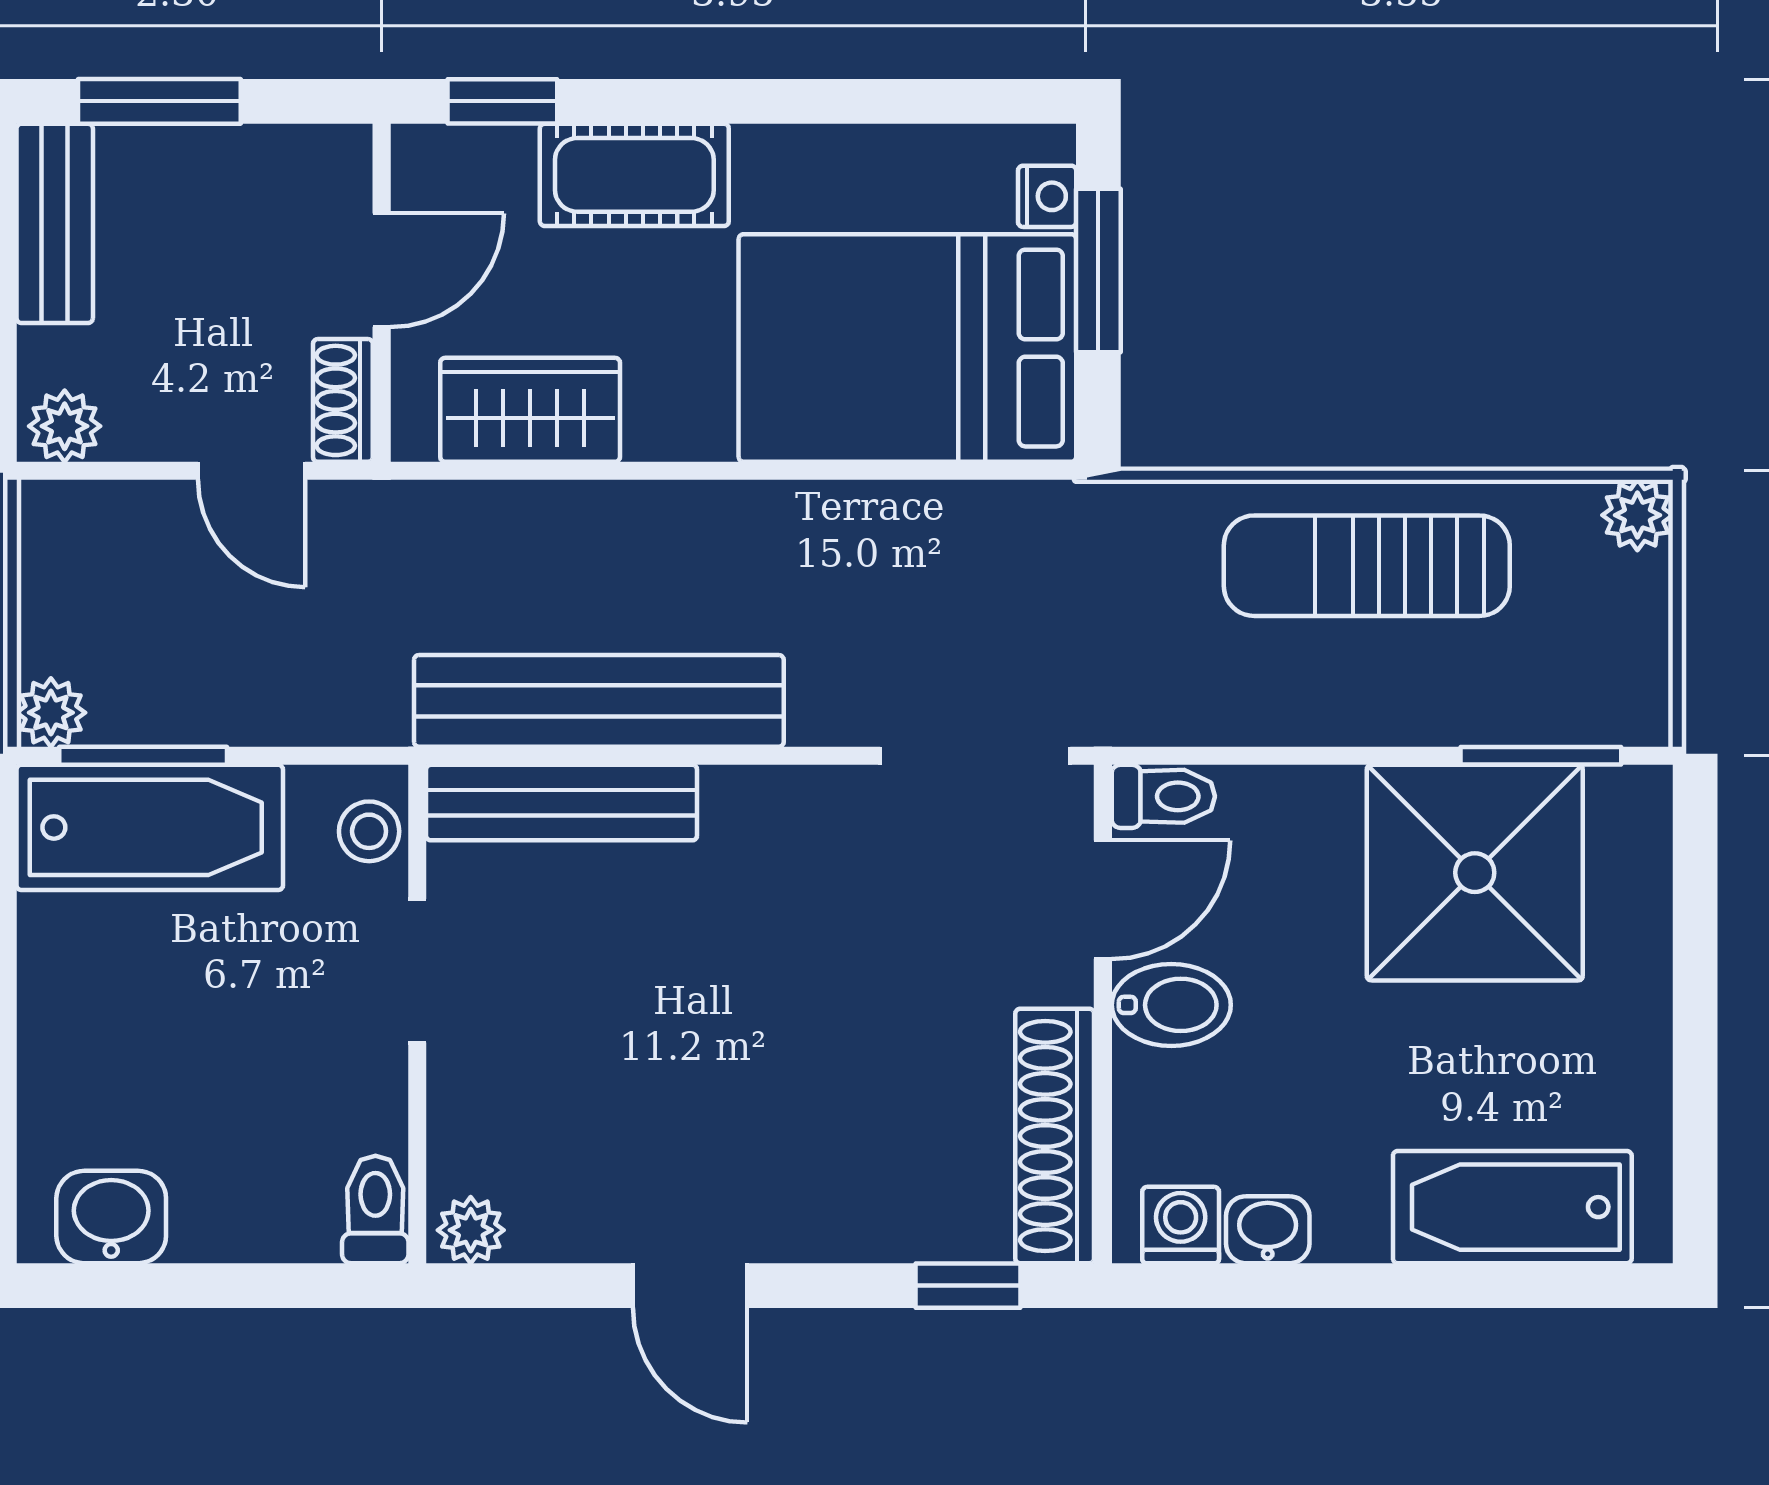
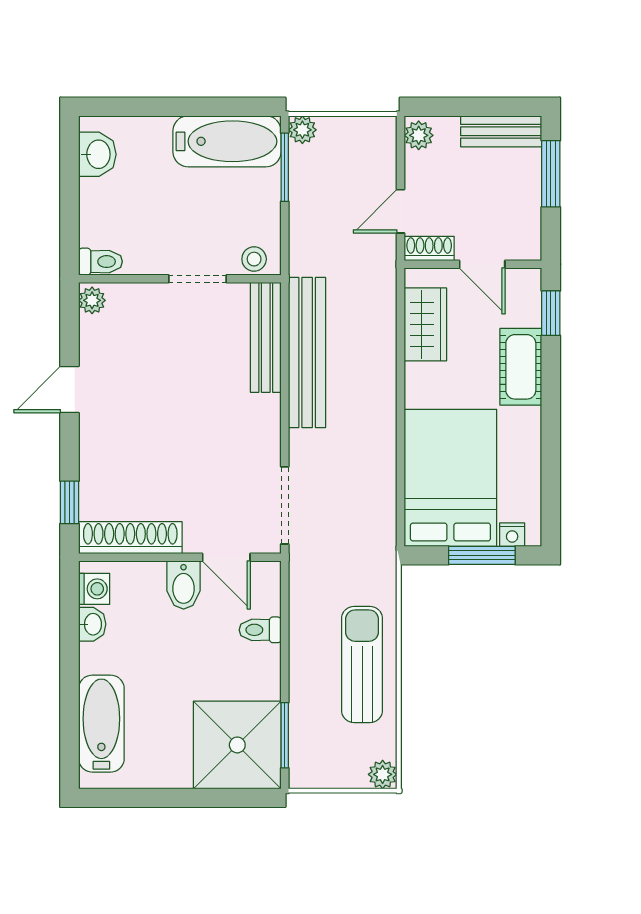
toilet: (1163, 796) -> (260, 630), moved, turned 90
bathtub: (150, 827) -> (227, 141), moved, turned -90
shower: (1475, 873) -> (237, 745), moved

